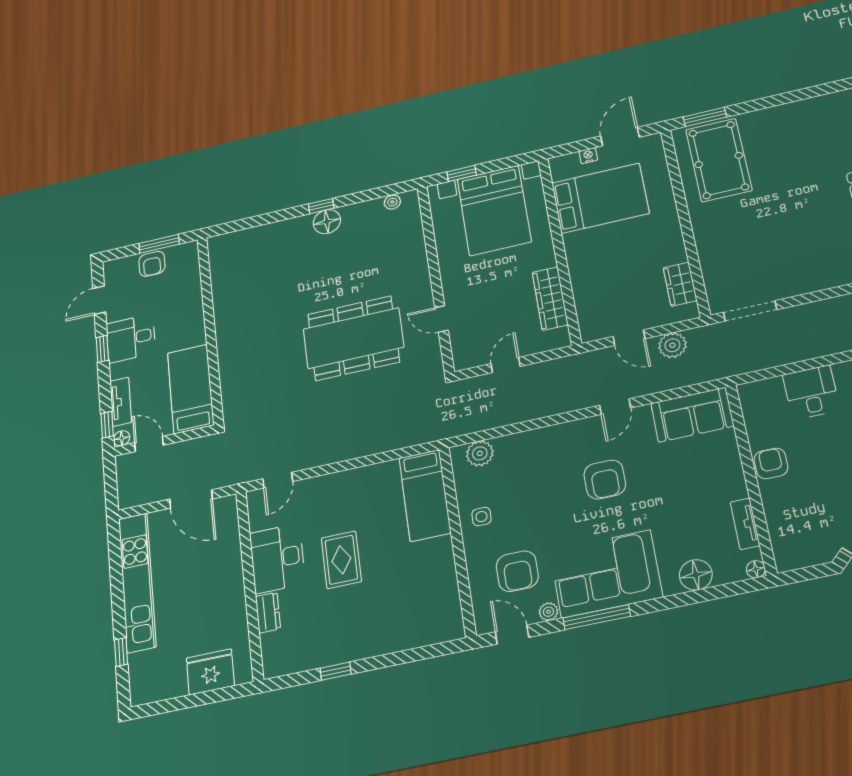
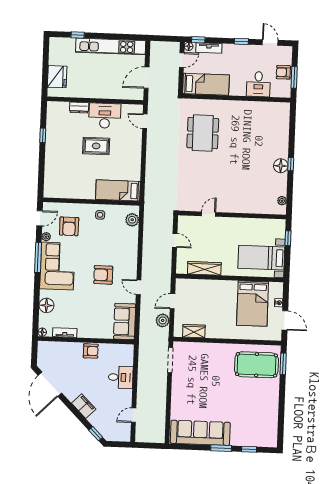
bed with nightstands: (494, 210) -> (261, 258), width x0.73
desk: (131, 338) -> (258, 84), moved, turned 180
dining table: (353, 338) -> (203, 133), moved, width x0.73, depth x0.80
armchair: (517, 571) -> (69, 226), turned -90

